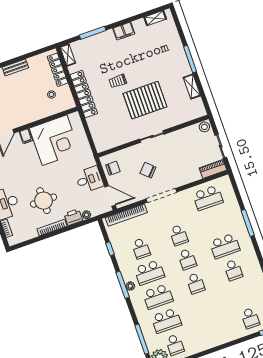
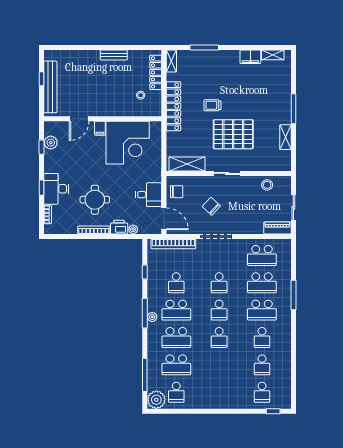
filing cabinet: (124, 31) -> (250, 57), moved
stool: (204, 127) -> (267, 185), moved
shelving: (114, 141) -> (187, 164), added
school desk: (216, 222) -> (262, 283), added
school desk: (242, 294) -> (262, 365), added

